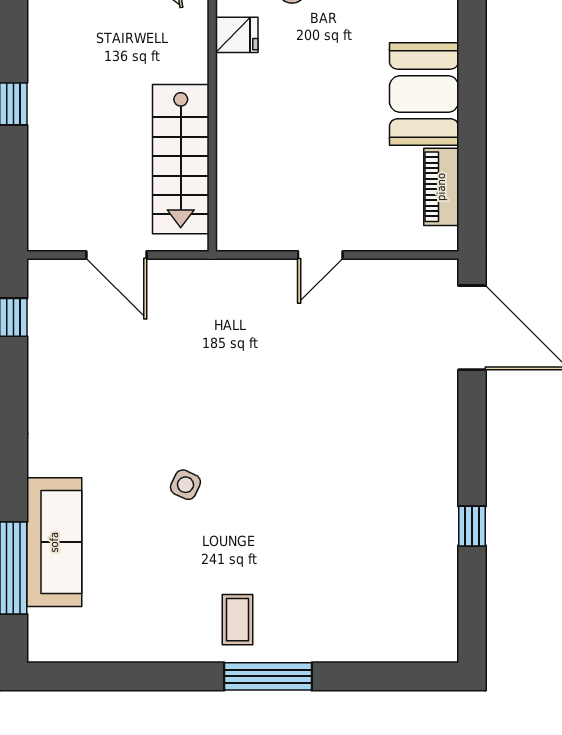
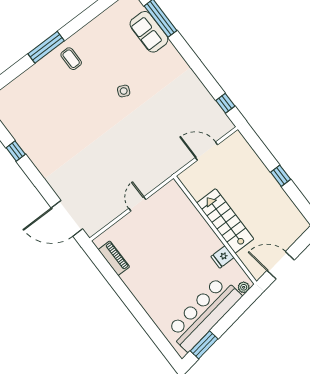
booth: (424, 94) -> (144, 285), removed
stairs: (181, 159) -> (225, 221), moved
sofa: (54, 542) -> (149, 32), width x0.73

